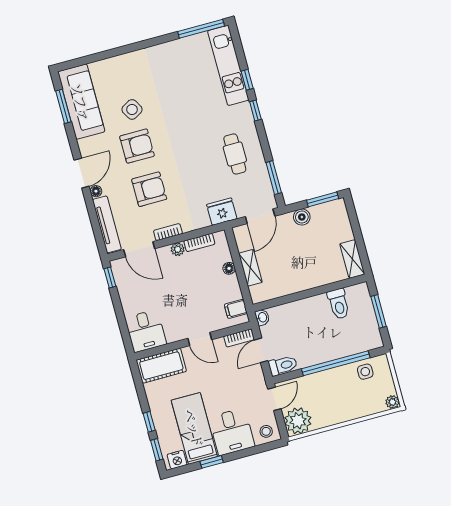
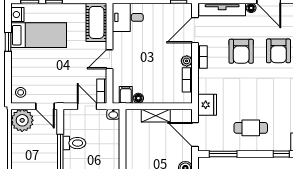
floor lamp: (229, 268) -> (138, 98), moved
toilet: (283, 366) -> (74, 143), moved, turned -90
desk: (232, 432) -> (28, 65), removed

